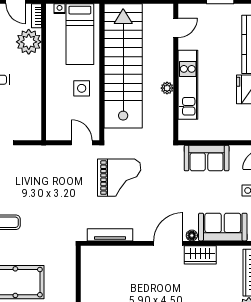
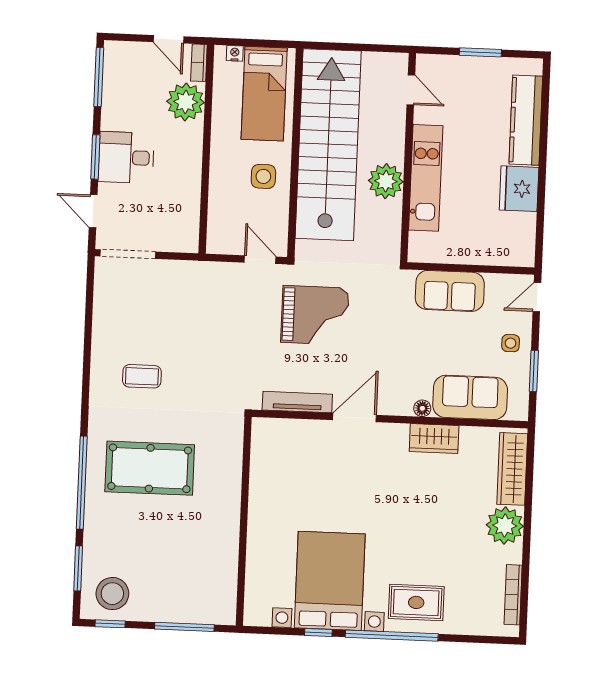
door: (176, 28) -> (411, 90), hinge flipped
plant: (167, 88) -> (386, 181), width x1.88, depth x1.88
door: (168, 243) -> (354, 418), moved

